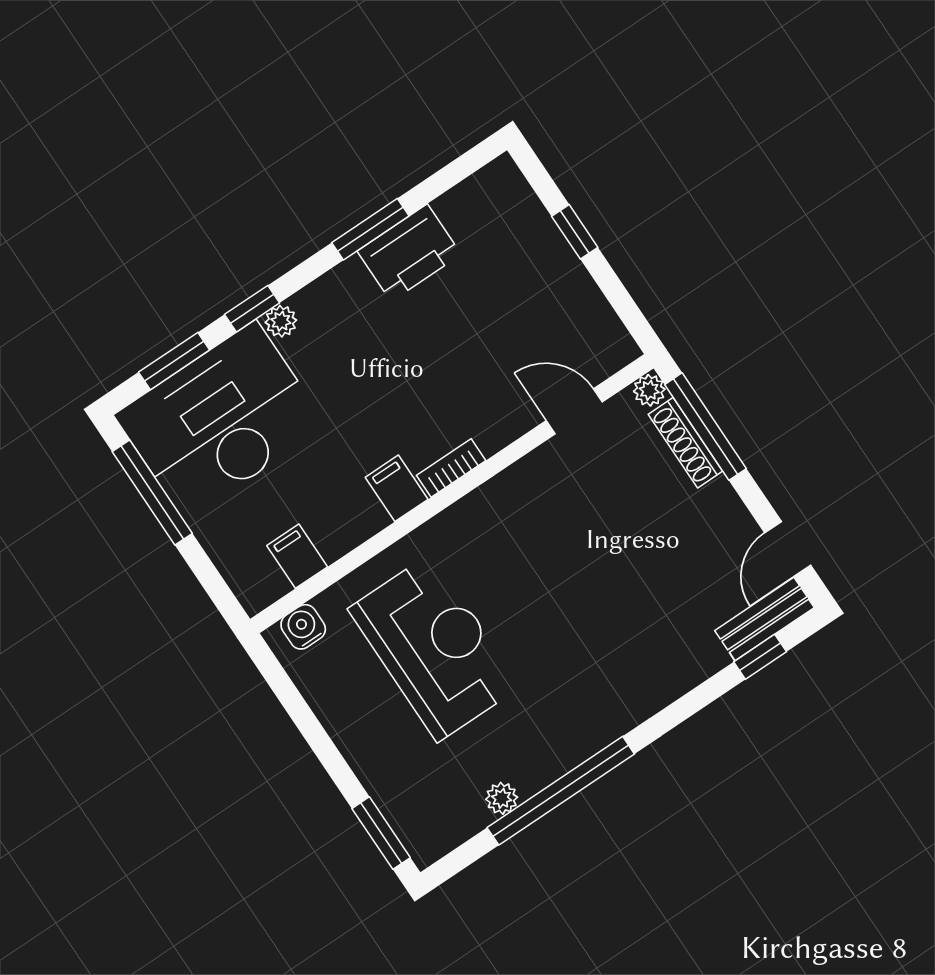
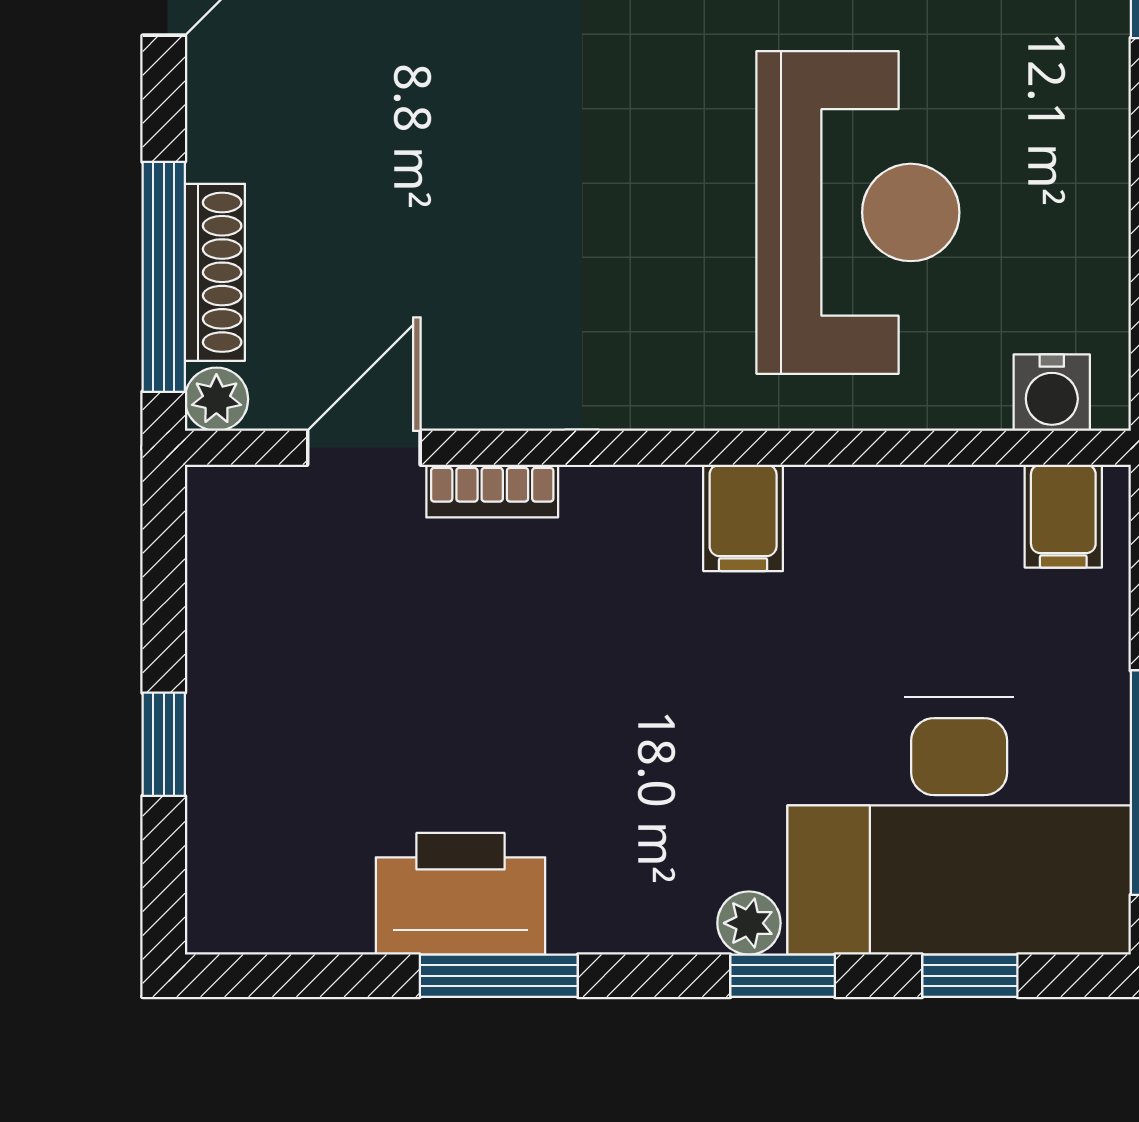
window: (174, 361) -> (970, 976), width x0.67
door: (574, 411) -> (364, 448), swing flipped
bookcase: (451, 468) -> (492, 491), moved
filing cabinet: (297, 556) -> (1063, 516), moved
reception desk: (434, 648) -> (858, 212), turned 180

